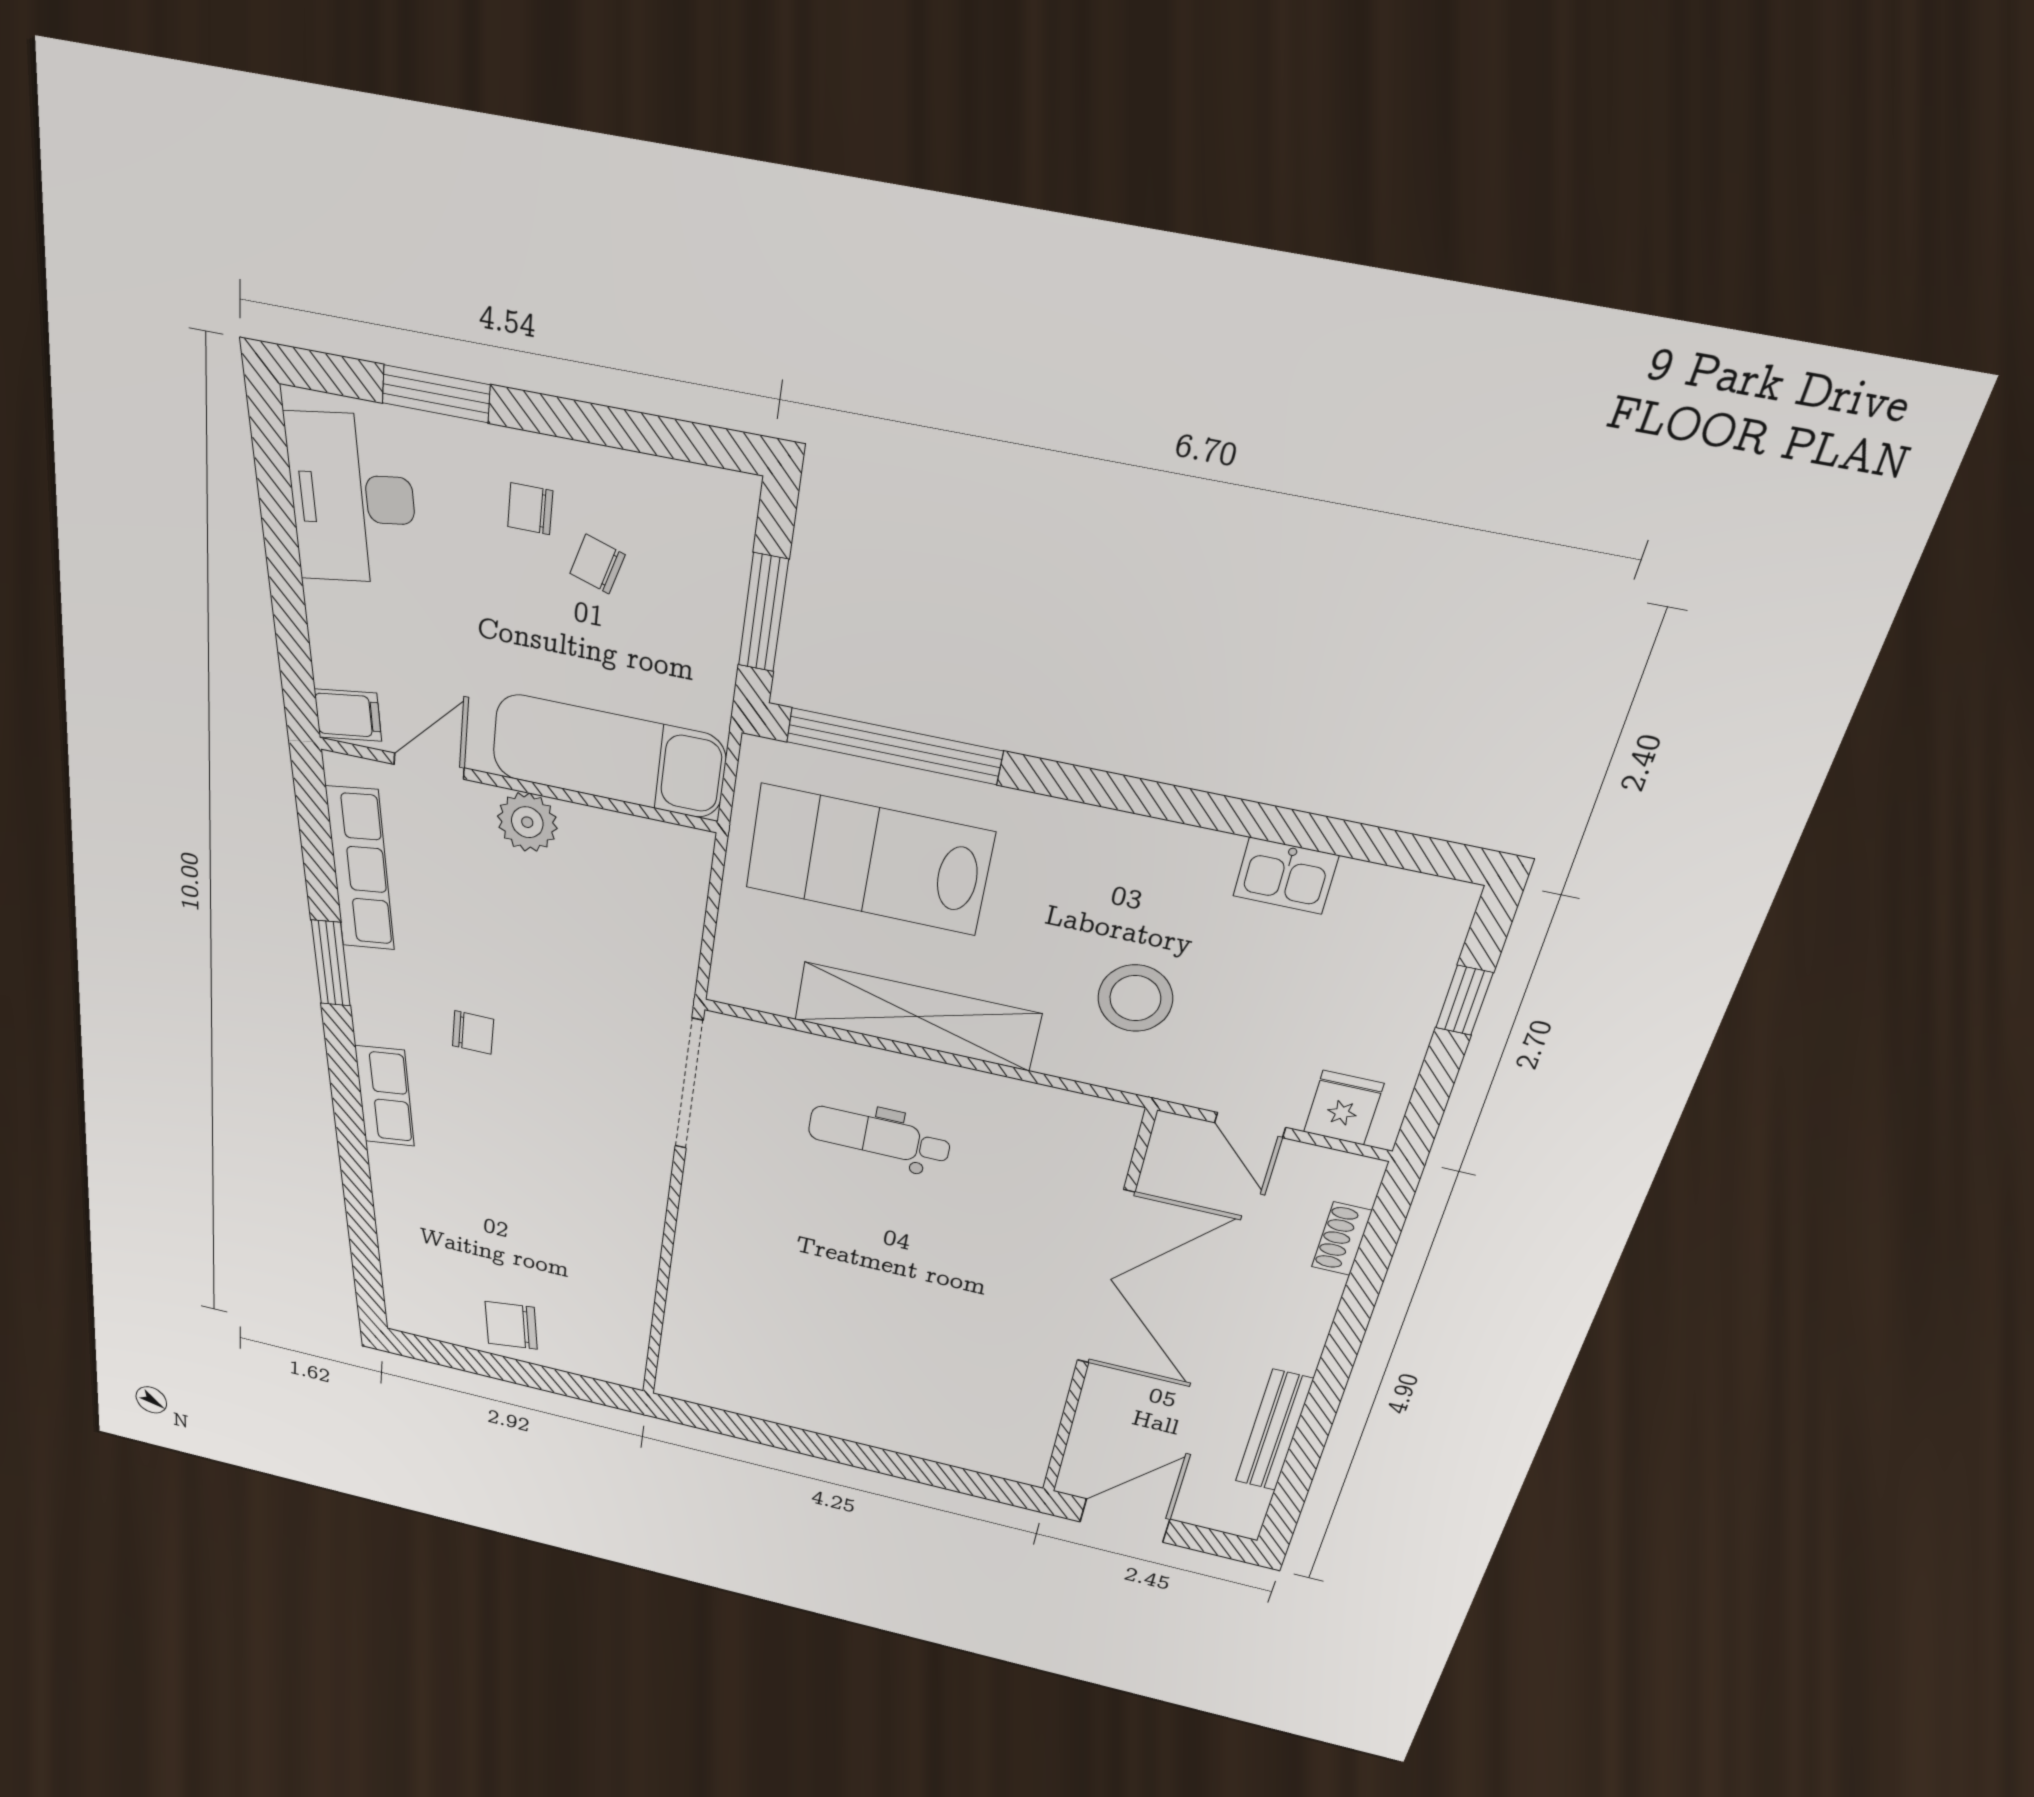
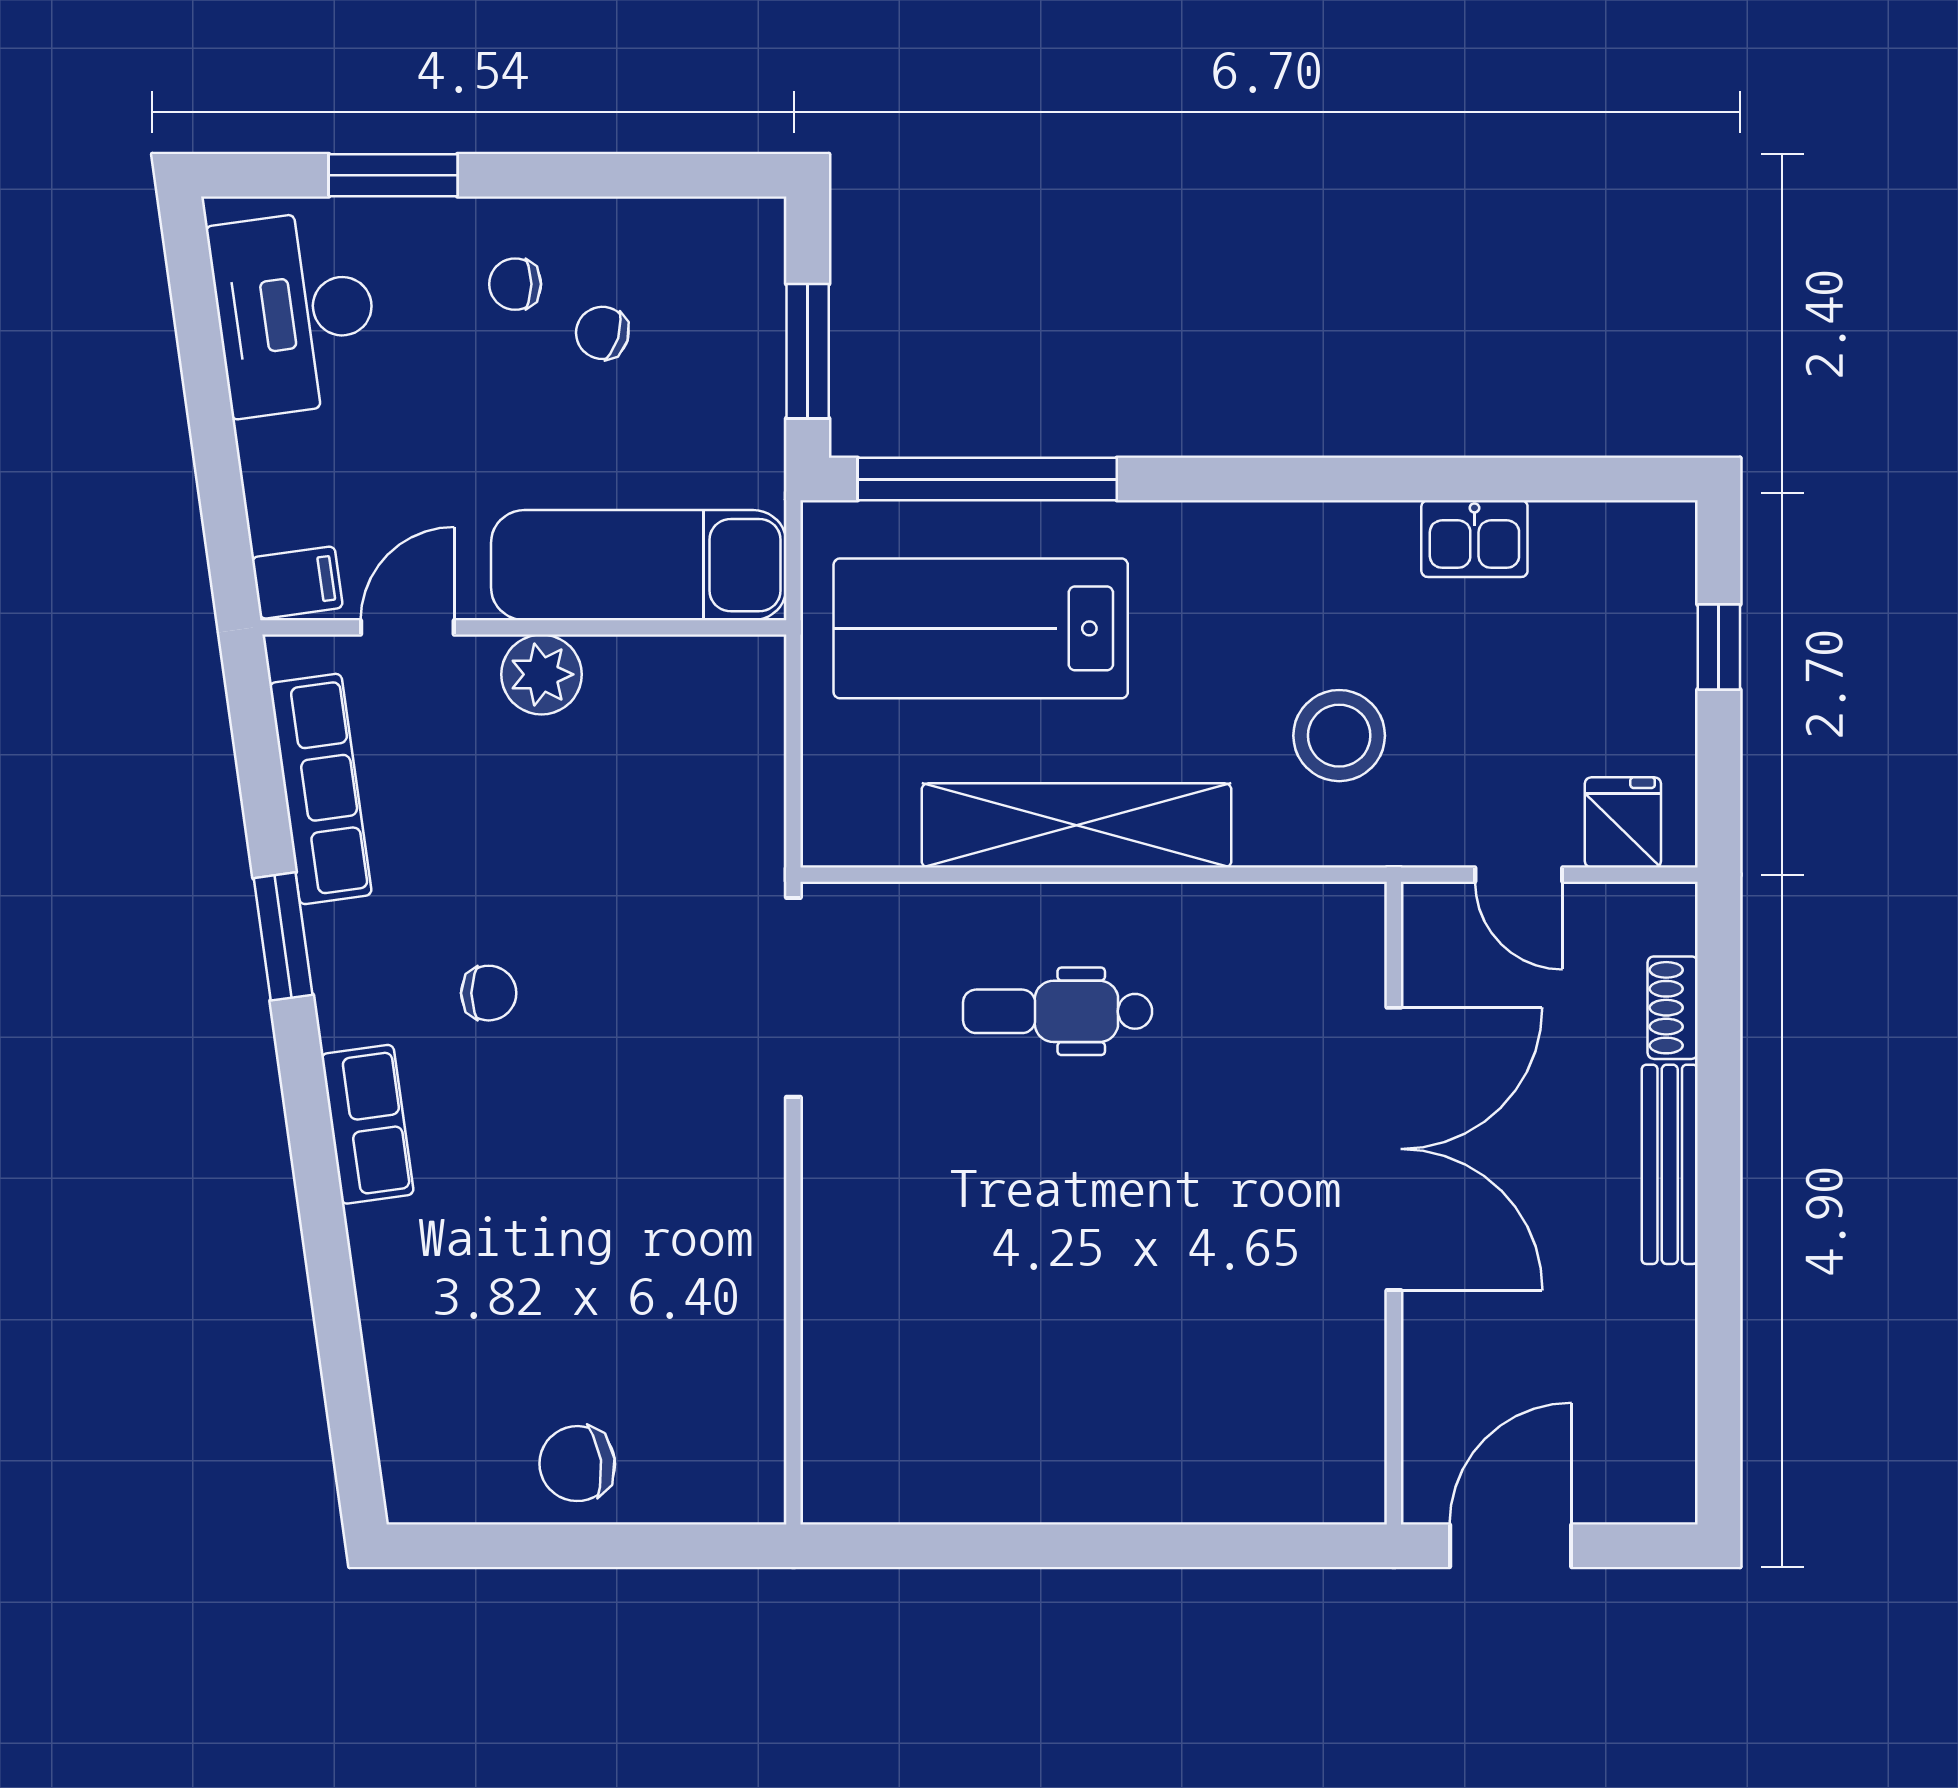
bench: (1274, 1430) -> (1670, 1164), moved

